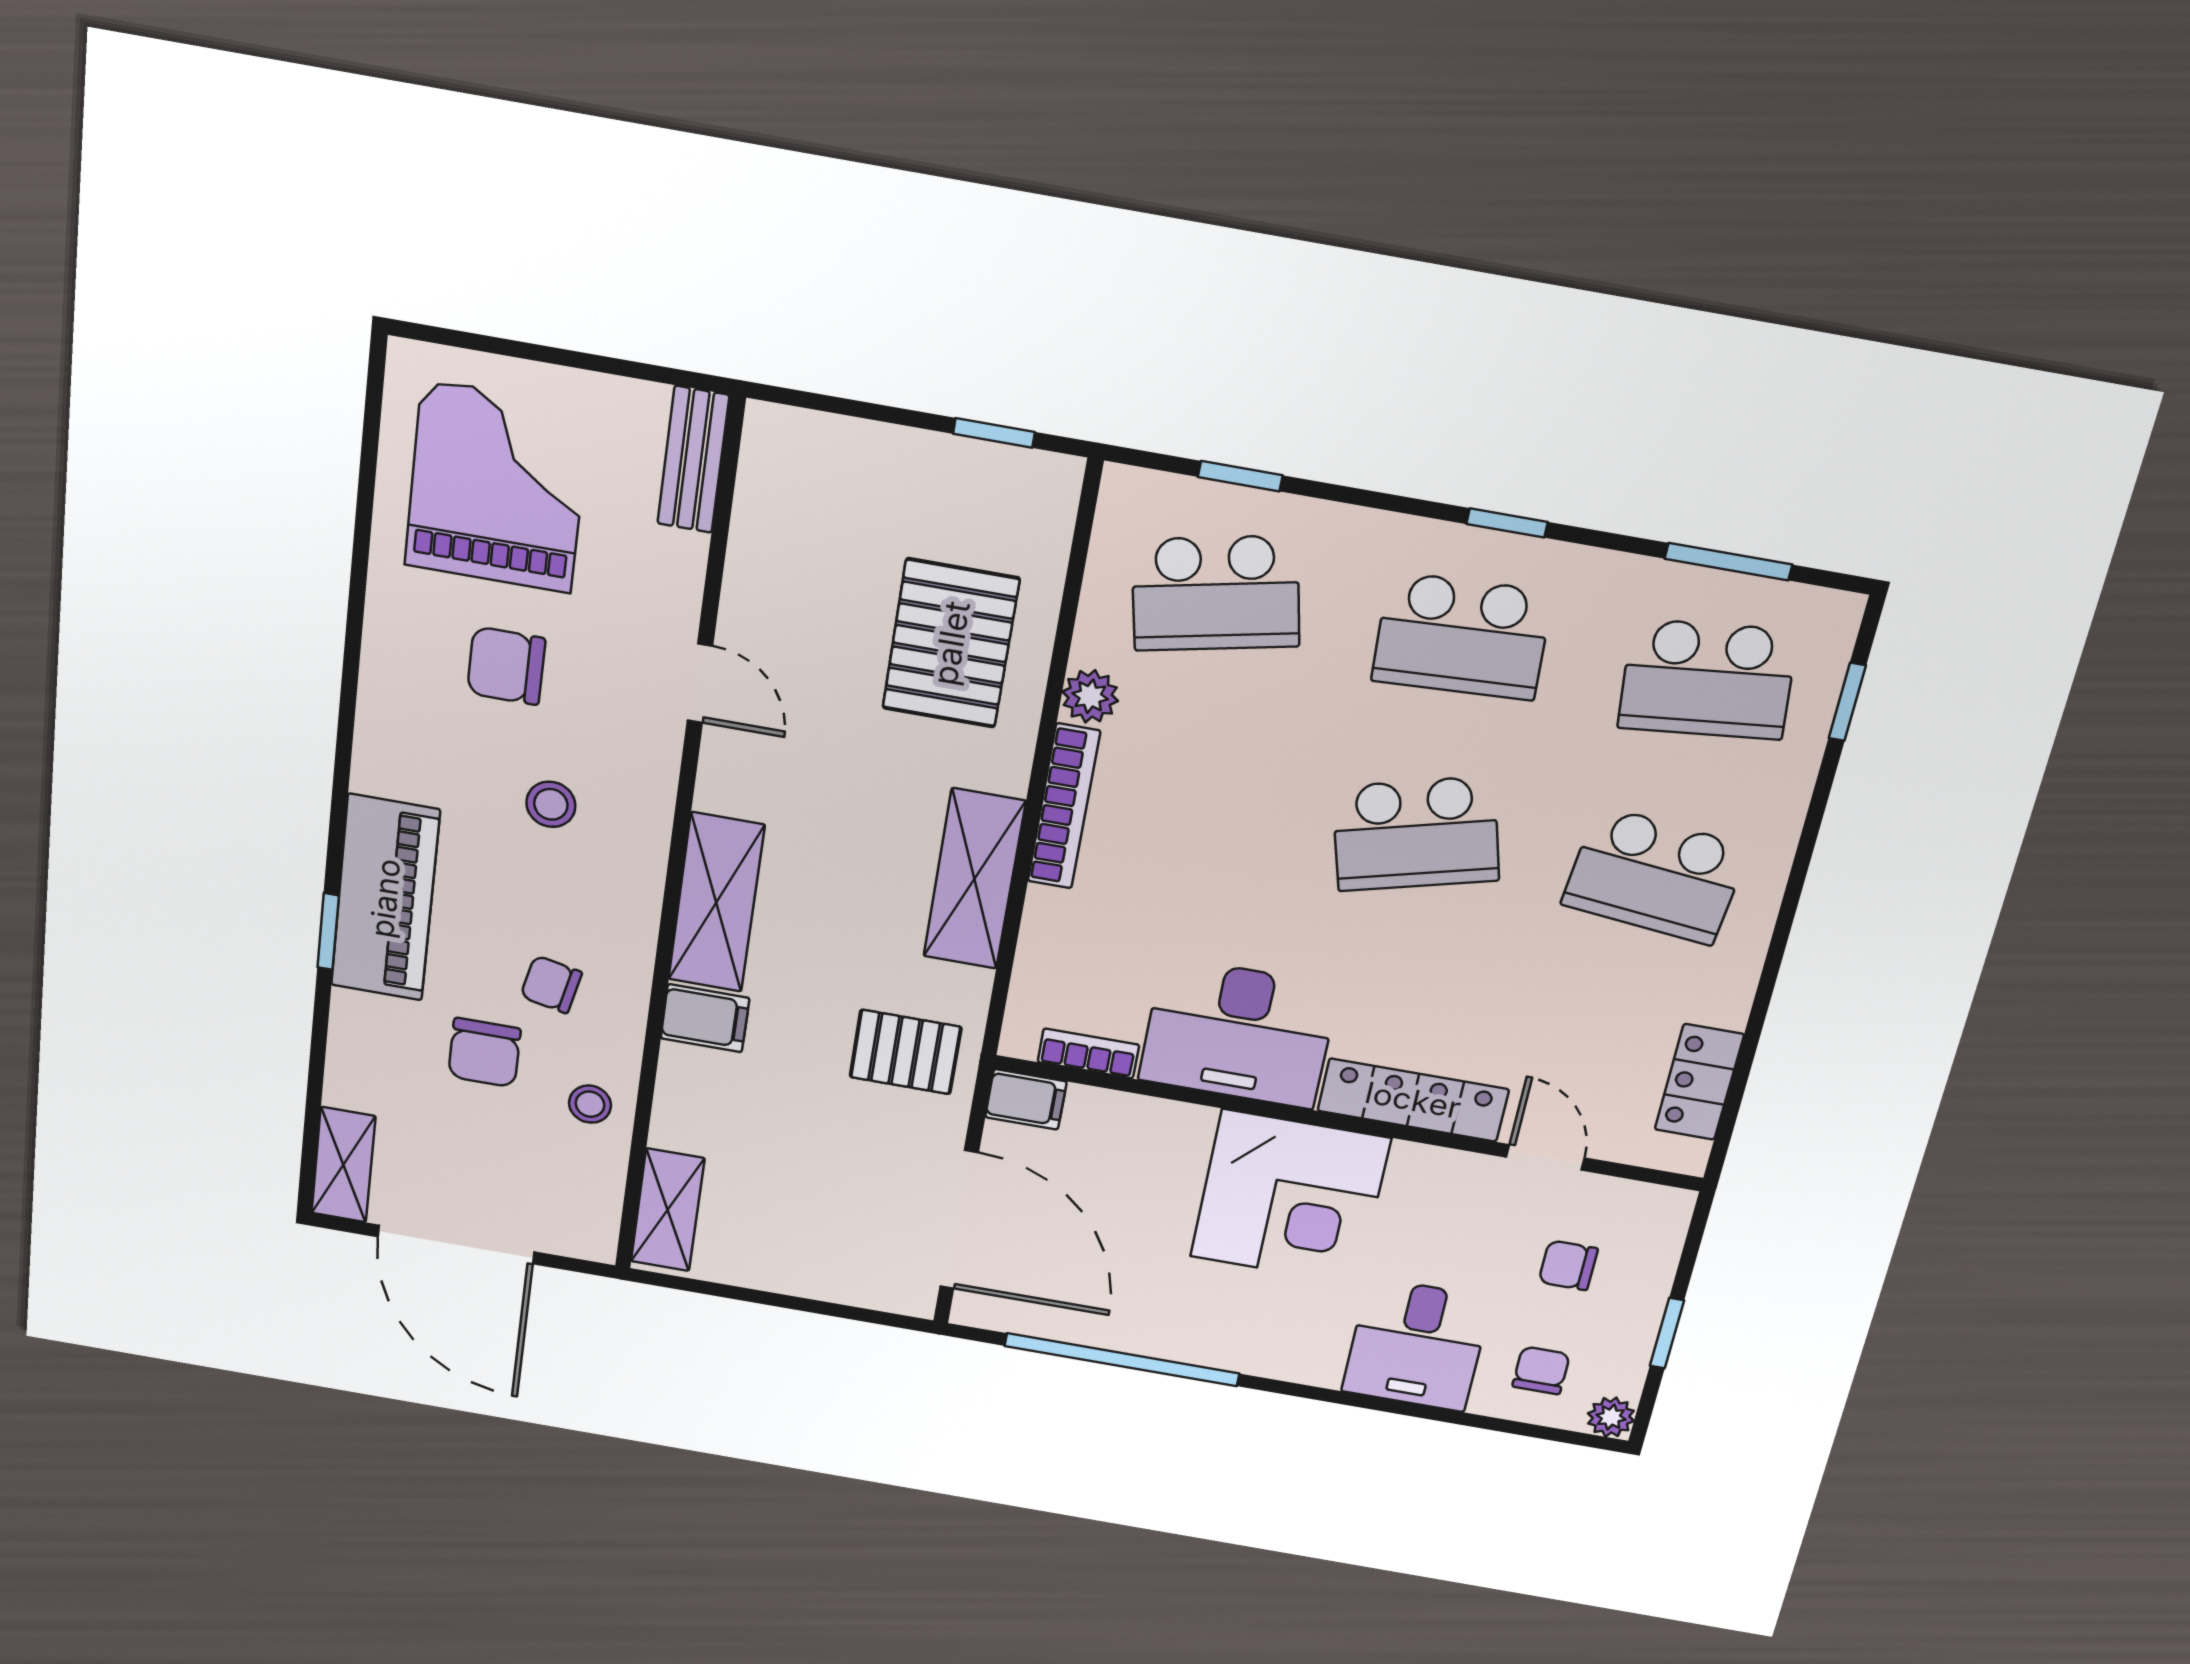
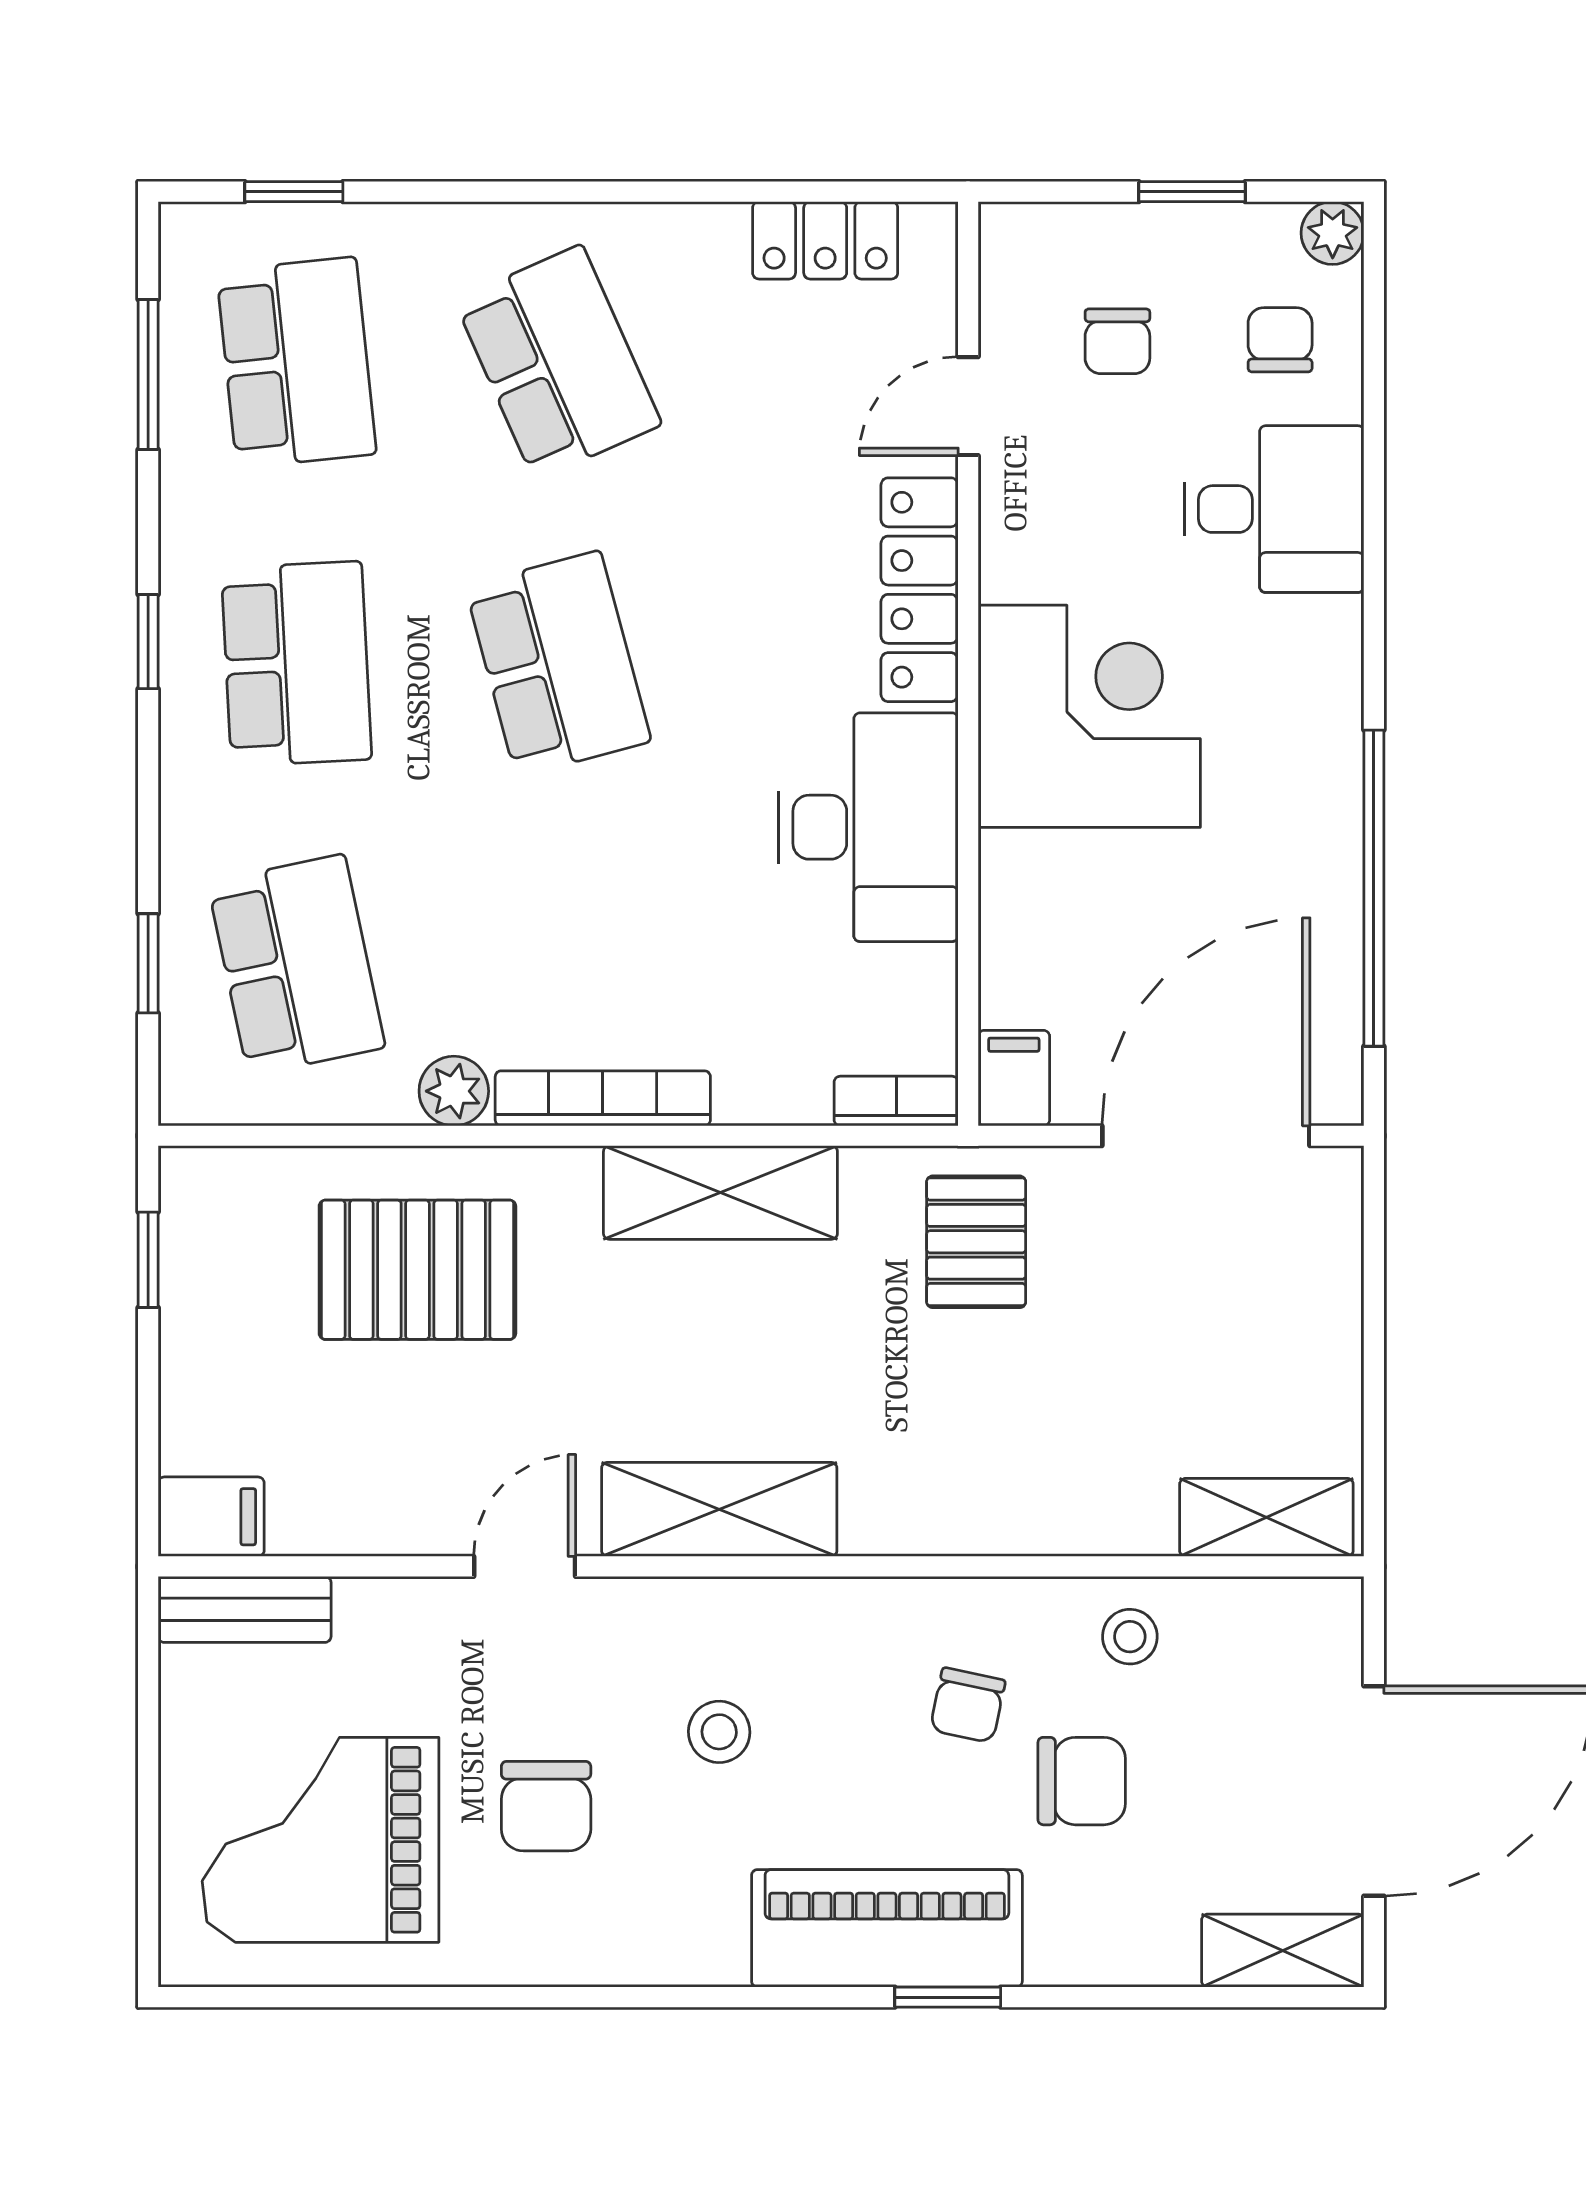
school desk: (1655, 876) -> (558, 362), turned -30
shelving: (716, 903) -> (719, 1509), moved
filing cabinet: (705, 1018) -> (211, 1517), moved, turned 90
bookcase: (1088, 1053) -> (896, 1101), moved, turned 90
chair: (1541, 1370) -> (1280, 340), turned 90

